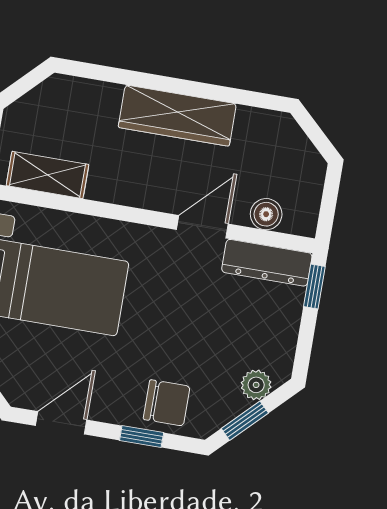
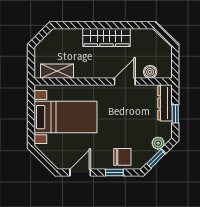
dresser: (267, 263) -> (165, 103), moved, turned 90
window: (314, 286) -> (175, 114), moved

